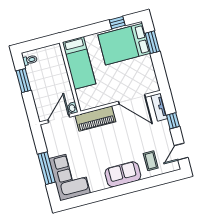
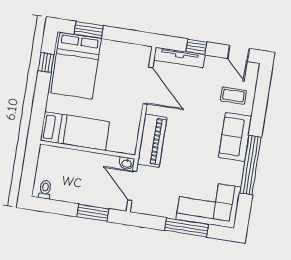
window: (24, 81) -> (93, 213), moved
door: (132, 99) -> (148, 86), hinge flipped
tv unit: (159, 107) -> (179, 57), width x1.41
window: (108, 193) -> (251, 165), added

